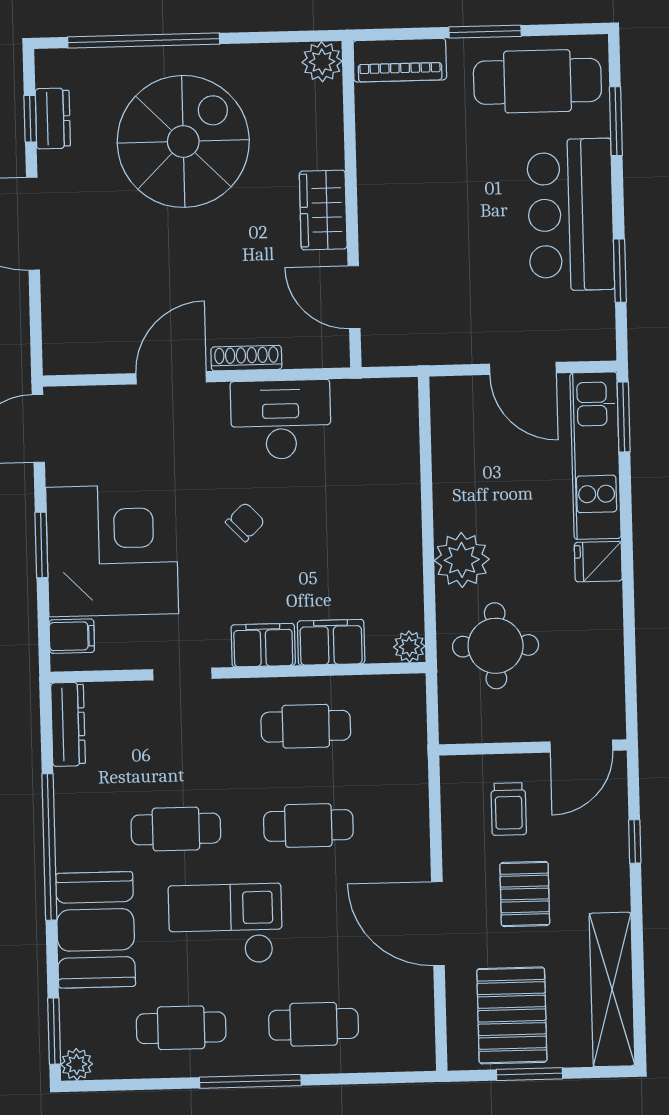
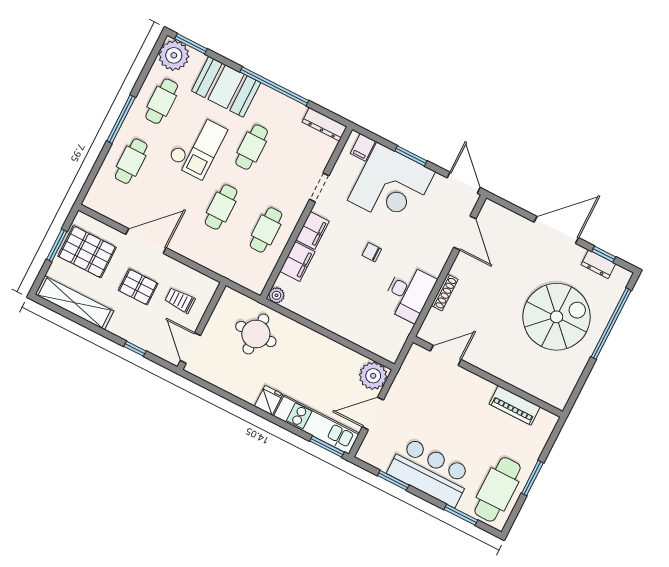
piano: (400, 60) -> (515, 405), moved, turned -90
plant: (322, 62) -> (558, 398), removed
spiral stairs: (183, 141) -> (557, 317), turned -90
wardrobe: (323, 210) -> (492, 363), removed
door: (171, 378) -> (465, 233), moved
chair: (245, 522) -> (372, 252), turned 134
plant: (462, 560) -> (373, 376), moved
plant: (77, 1064) -> (174, 55), width x1.88, depth x1.88

